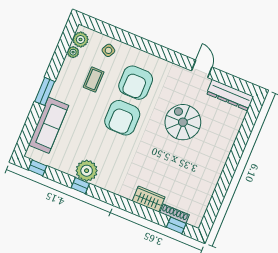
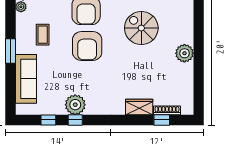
coffee table: (94, 80) -> (43, 35), moved
plant: (215, 165) -> (184, 53), added
window: (37, 168) -> (48, 120), moved
window: (176, 225) -> (162, 120), moved

